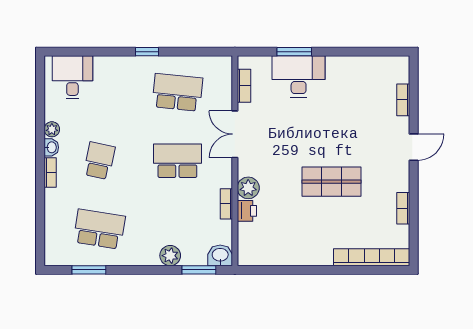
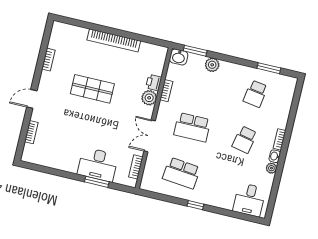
double door: (235, 134) -> (150, 136), swing flipped
school desk: (99, 229) -> (255, 94), width x0.54
bookcase: (372, 257) -> (114, 40), moved

